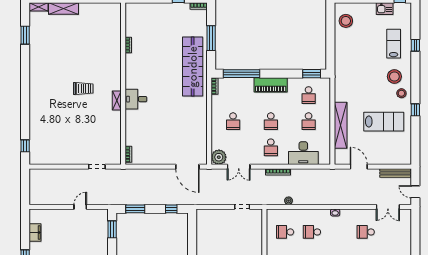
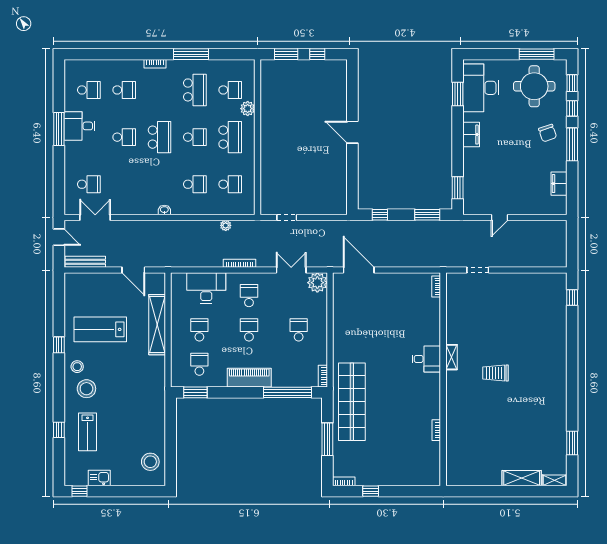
school desk: (366, 232) -> (89, 184), moved

